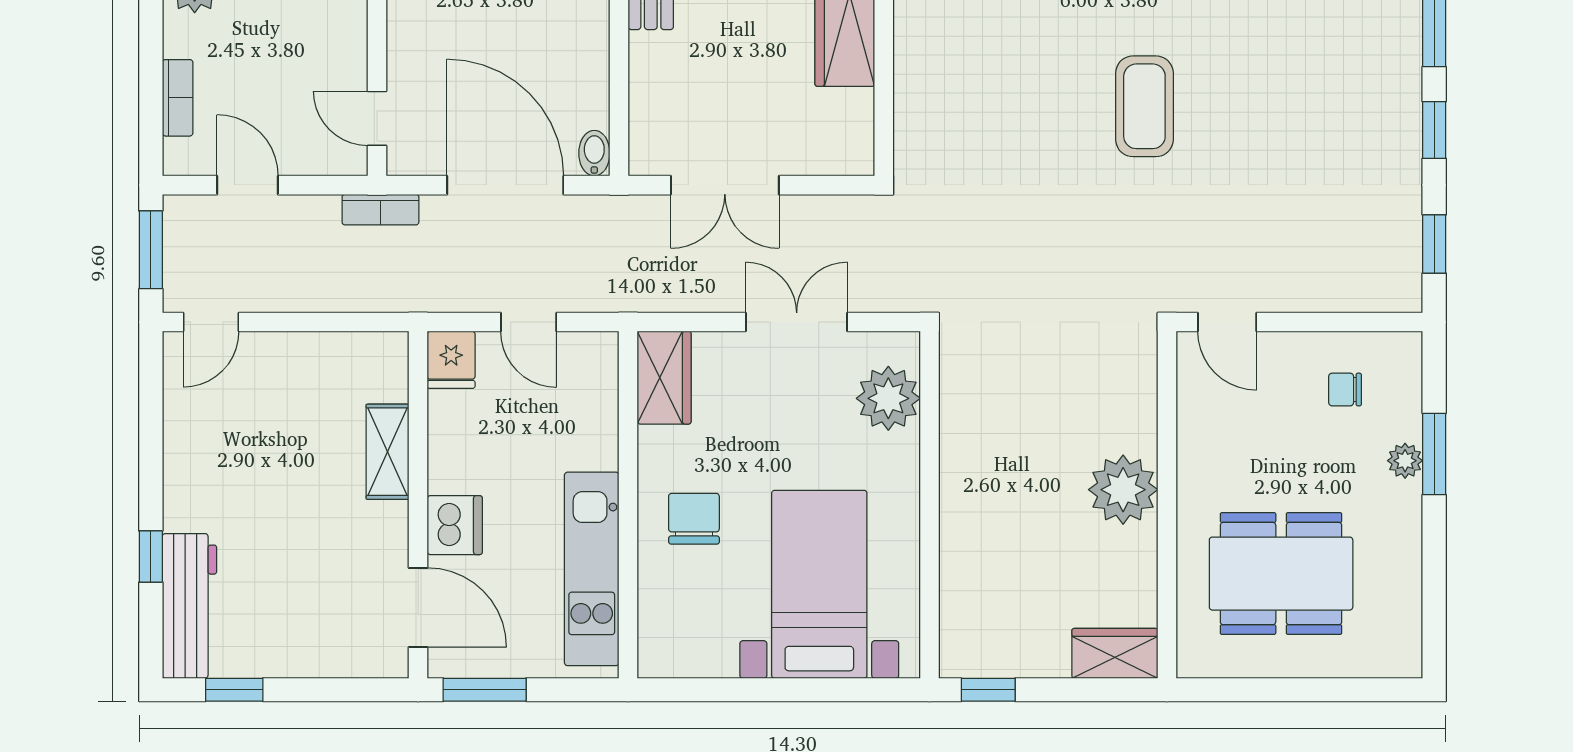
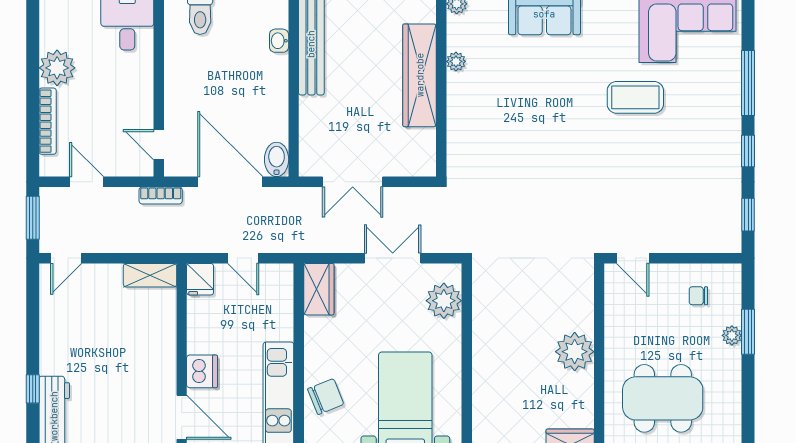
bookcase: (178, 98) -> (48, 121), width x1.56
coffee table: (1144, 106) -> (635, 97), moved, turned 90
bidet: (594, 153) -> (277, 159), width x1.38, depth x1.36
shelving: (388, 452) -> (150, 275), moved, turned 90
chair: (694, 519) -> (326, 397), moved, turned 68

